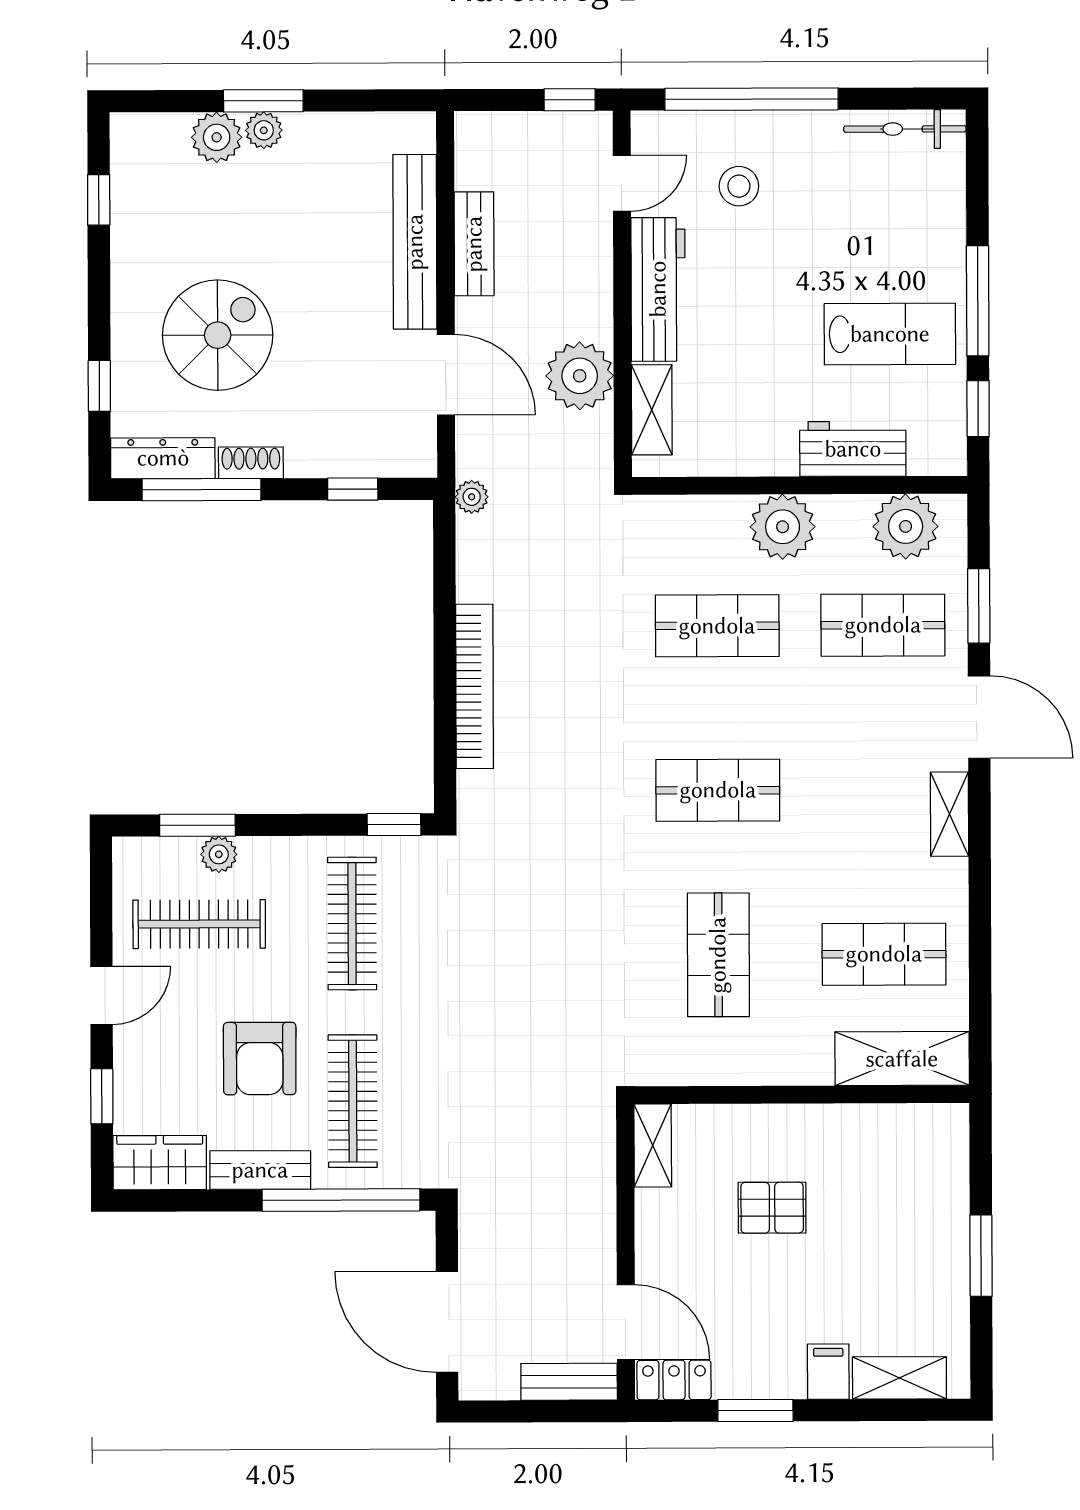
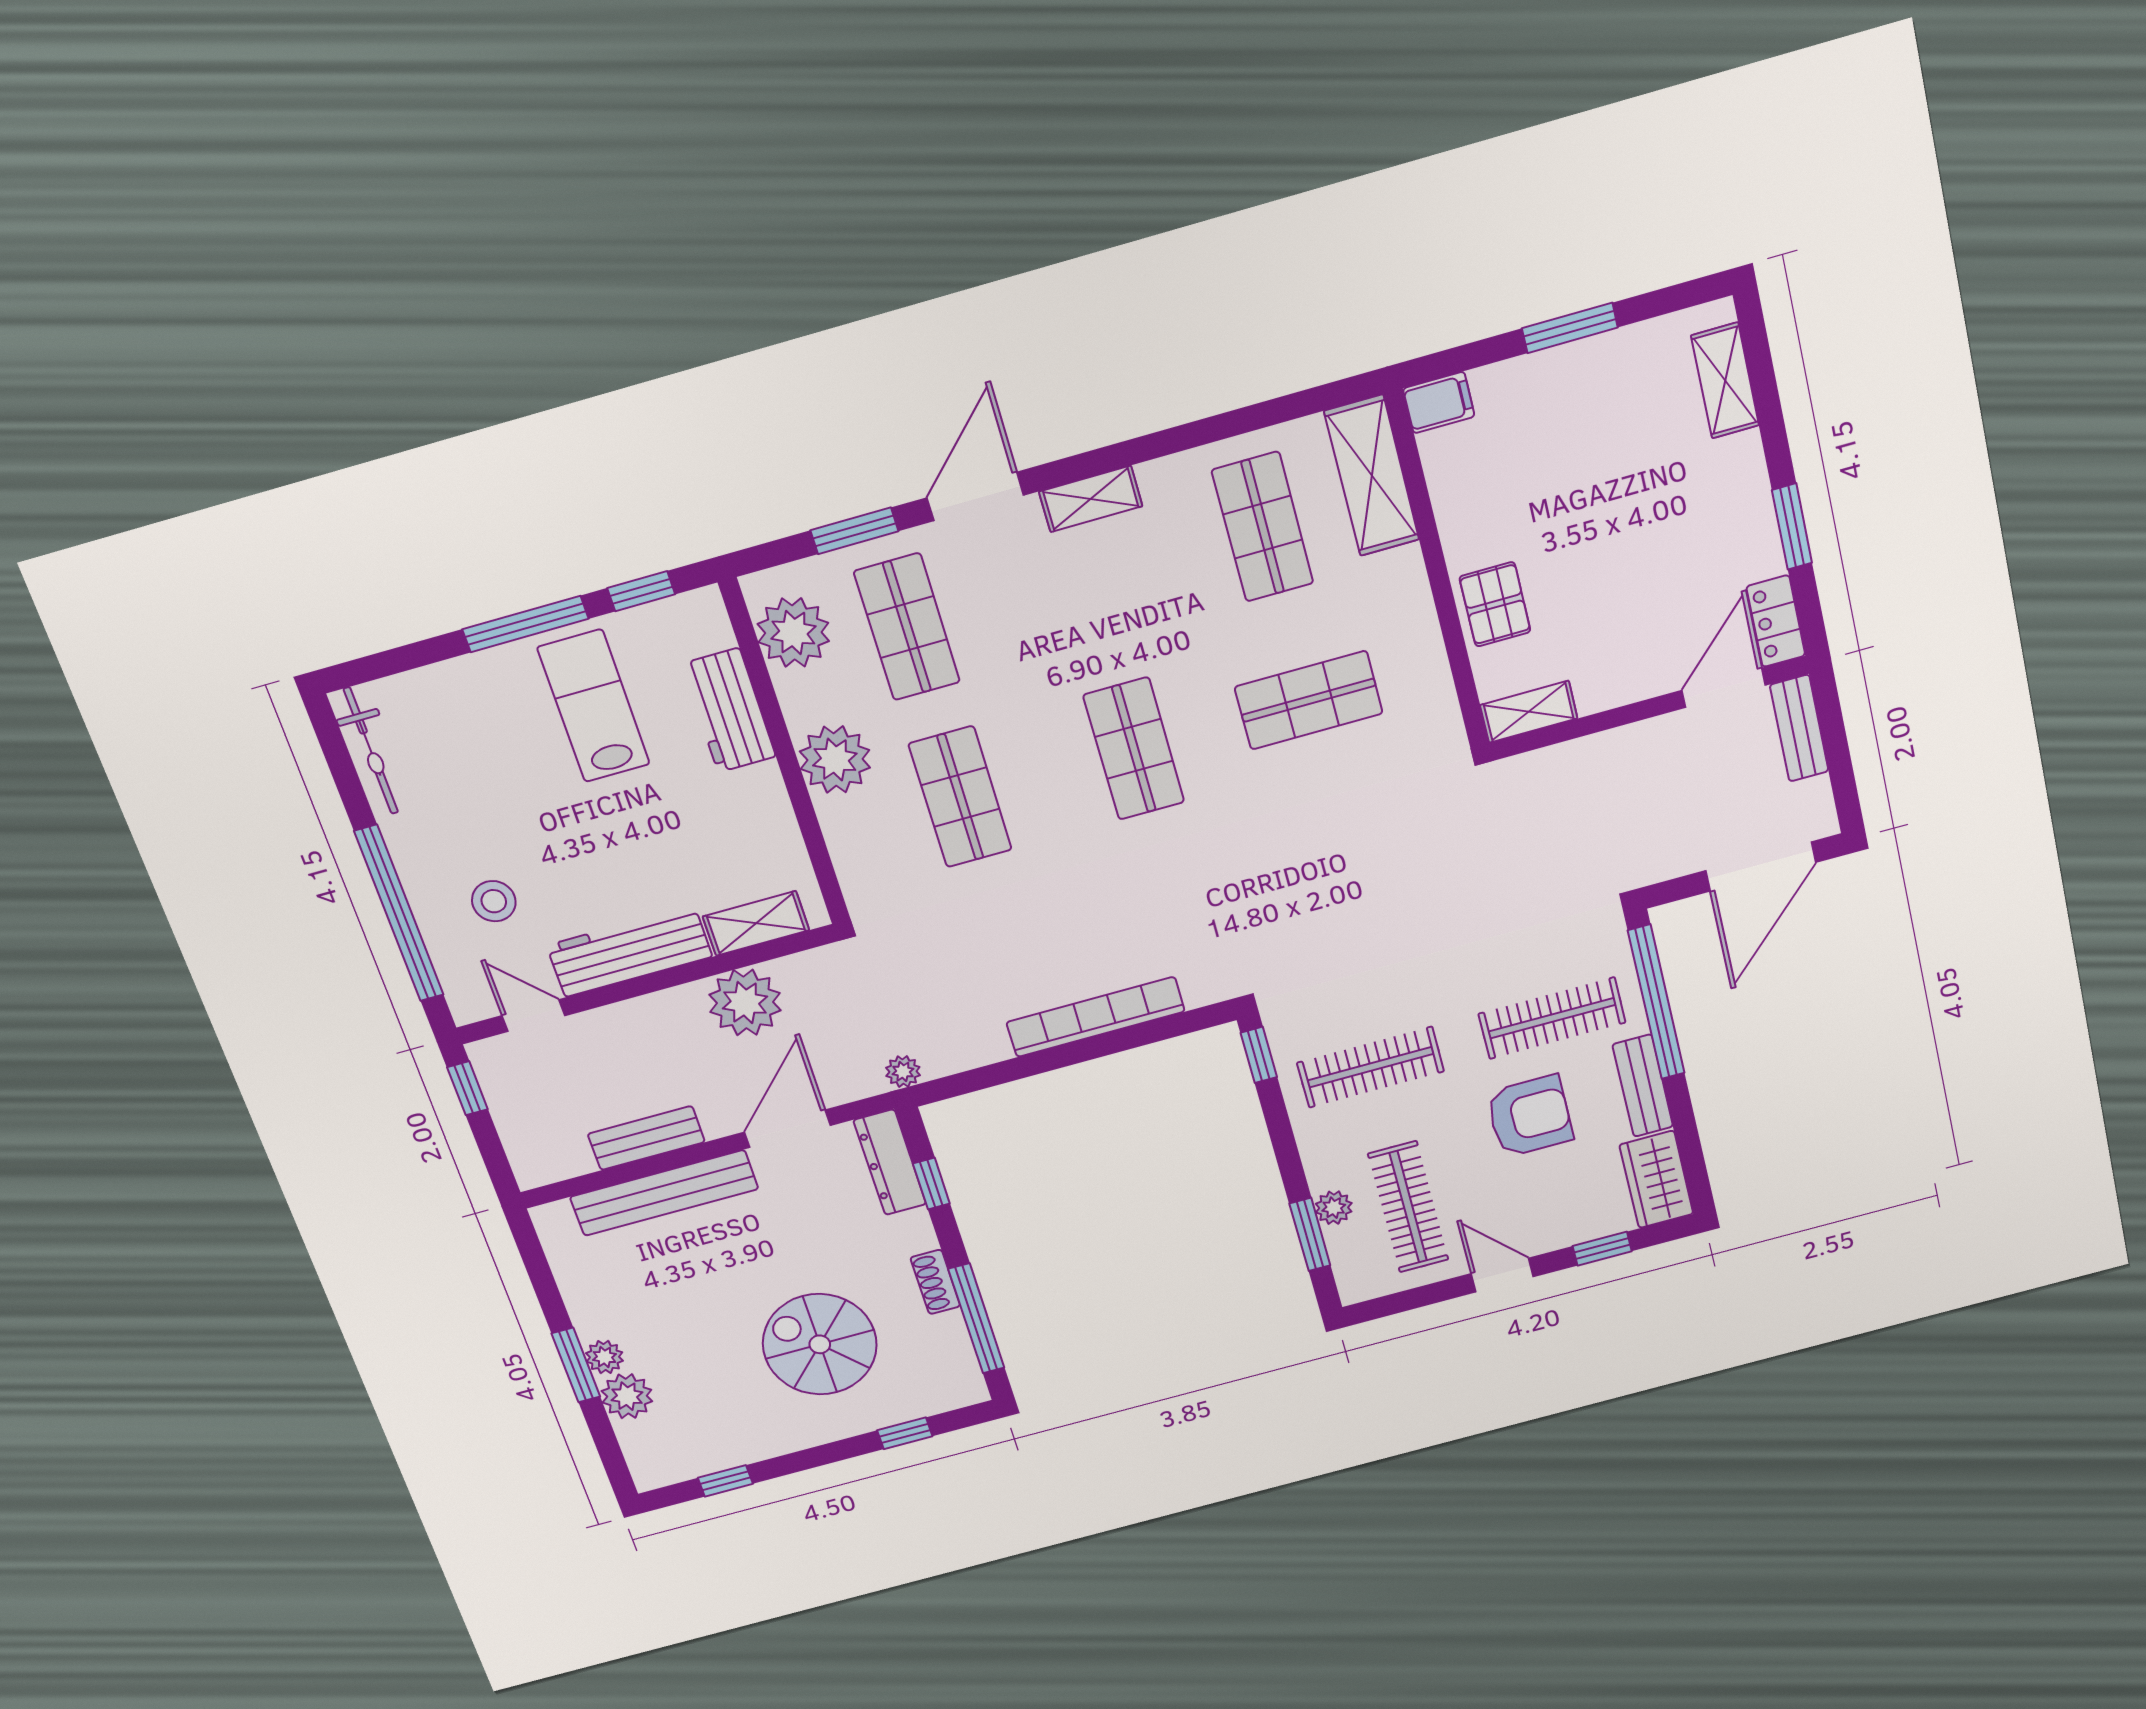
dresser: (163, 458) -> (890, 1162), moved
pallet: (772, 1208) -> (1495, 604), moved
filing cabinet: (828, 1372) -> (1439, 403), moved, turned 180

